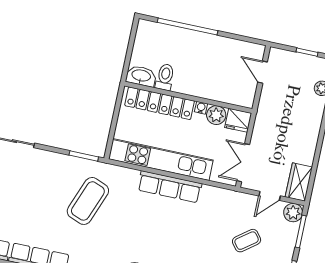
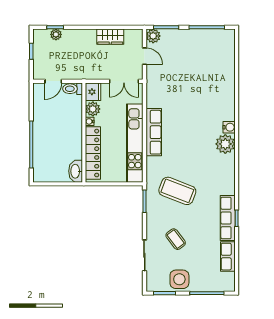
toilet: (165, 77) -> (73, 89), moved
wardrobe: (299, 182) -> (110, 37), moved
coffee table: (247, 241) -> (176, 239), moved

